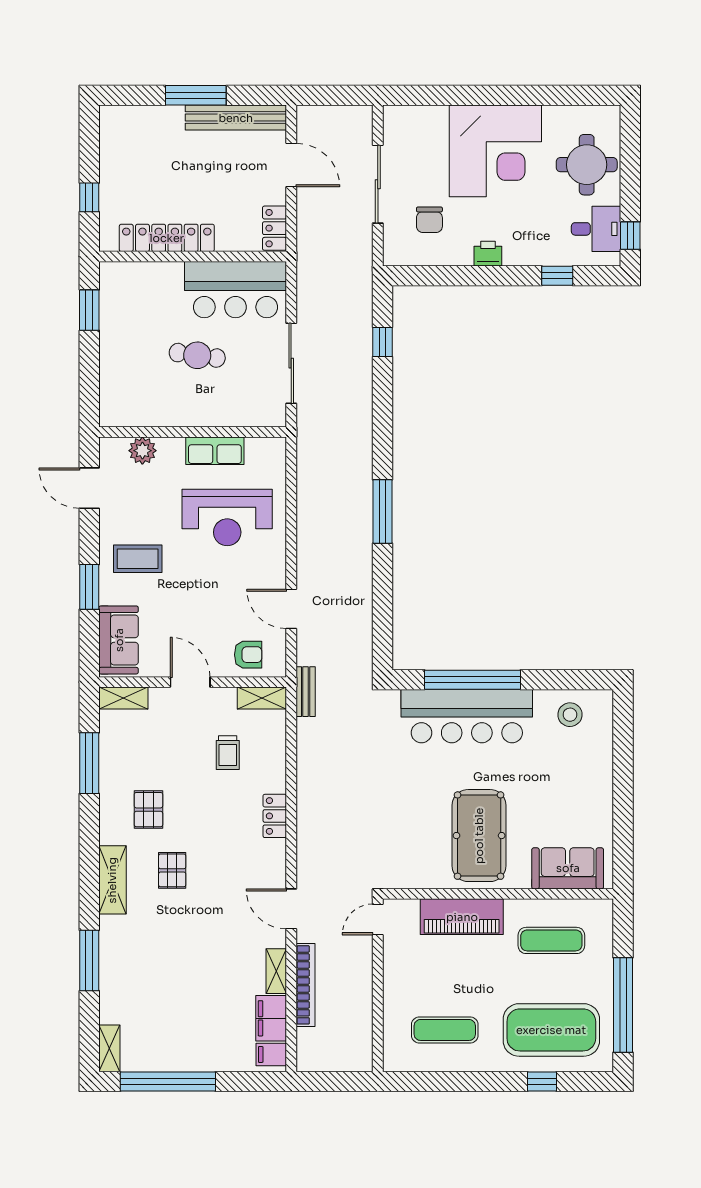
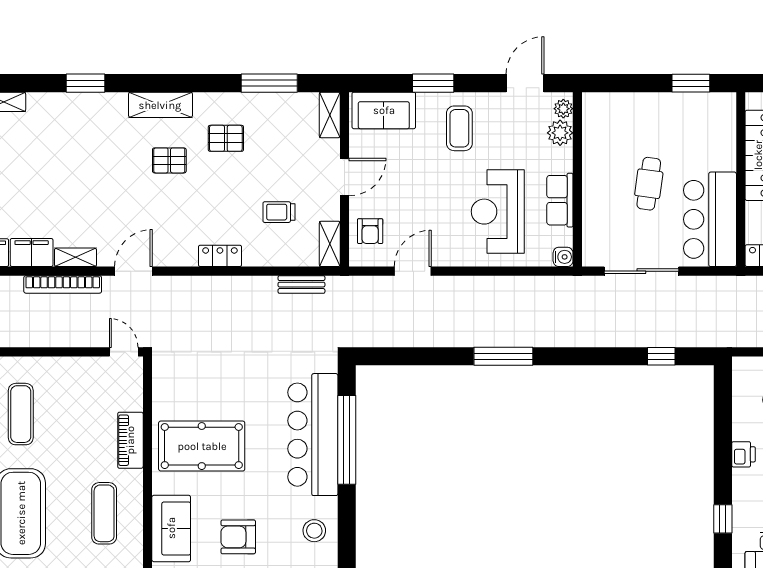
plant: (117, 447) -> (563, 109), added
water cooler: (276, 447) -> (563, 257), added
bench: (306, 692) -> (301, 285), moved
armchair: (577, 796) -> (238, 537), added
piano: (462, 917) -> (130, 440), width x0.73, depth x0.75
window: (89, 960) -> (85, 83), width x0.69

